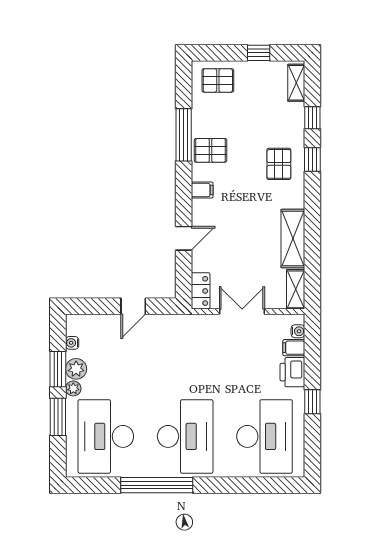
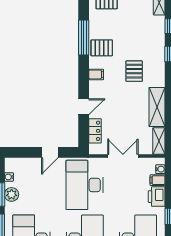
pallet: (279, 164) -> (134, 71), moved
locker: (201, 291) -> (95, 131), moved
desk: (185, 355) -> (85, 185), added
plant: (73, 388) -> (10, 208), removed

